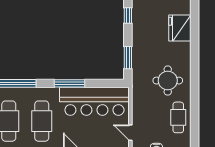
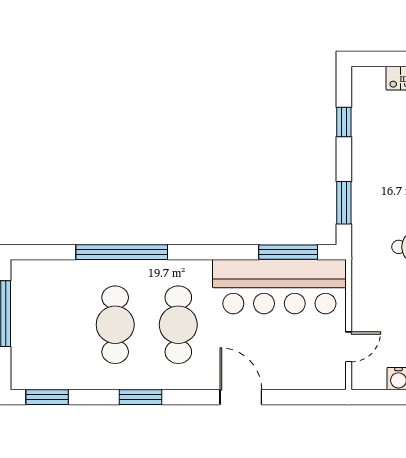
window: (69, 83) -> (288, 252), moved
door: (130, 133) -> (349, 347), swing flipped

